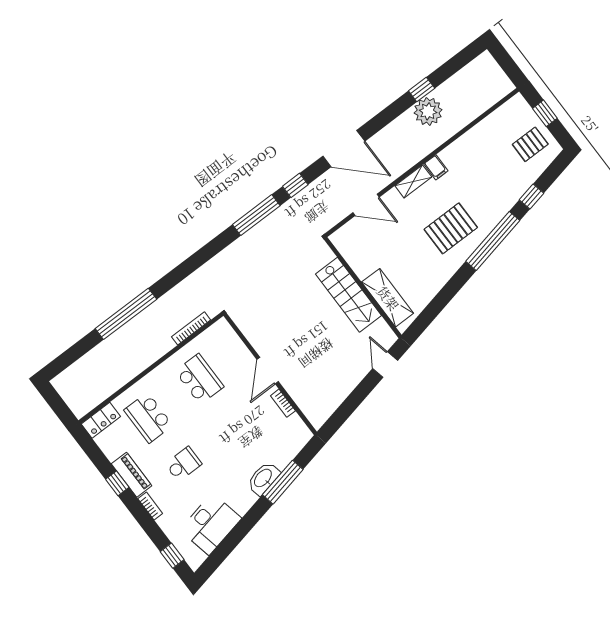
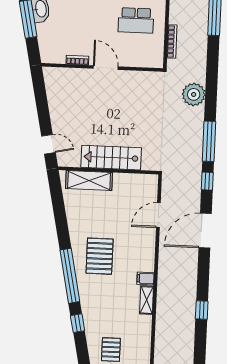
plant: (428, 111) -> (194, 94), moved
shelving: (413, 181) -> (147, 300), moved

